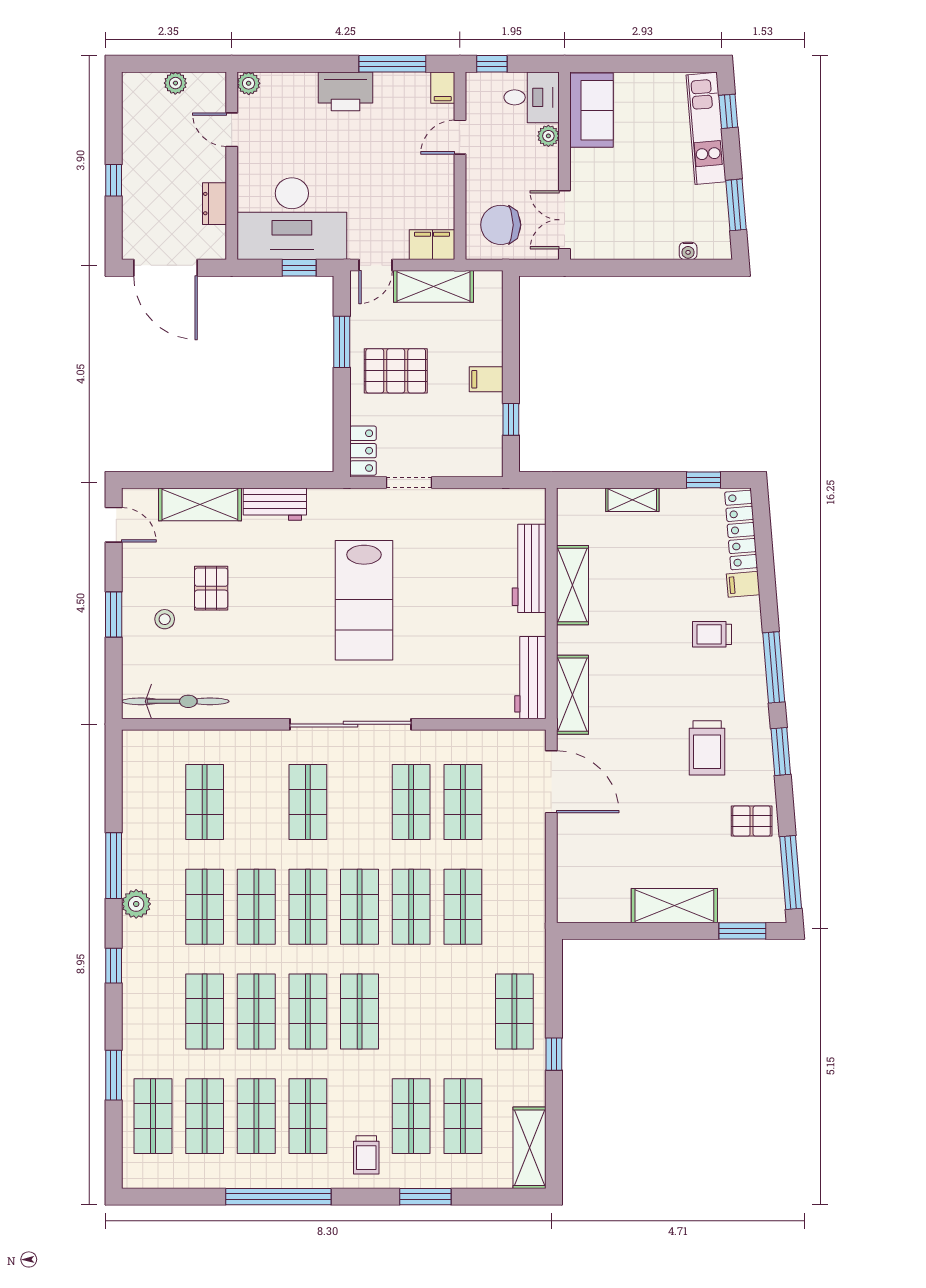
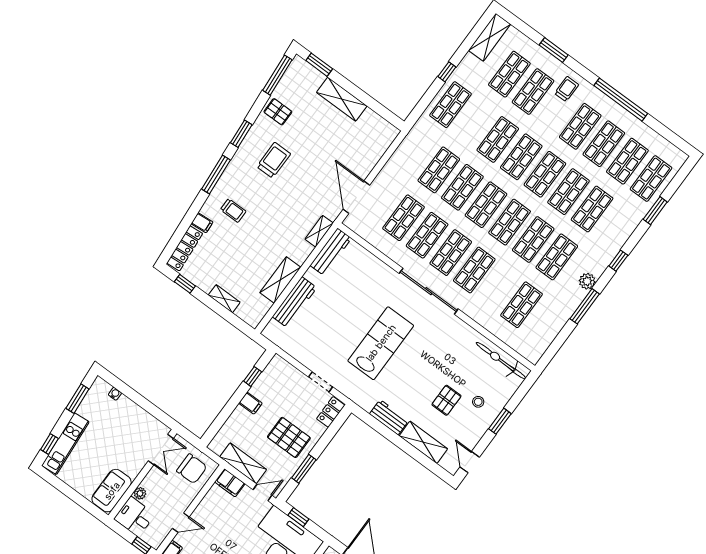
shelving: (572, 695) -> (319, 231), width x0.67, depth x0.75
shop shelf: (360, 802) -> (451, 253), added
shop shelf: (411, 1011) -> (498, 139), added

